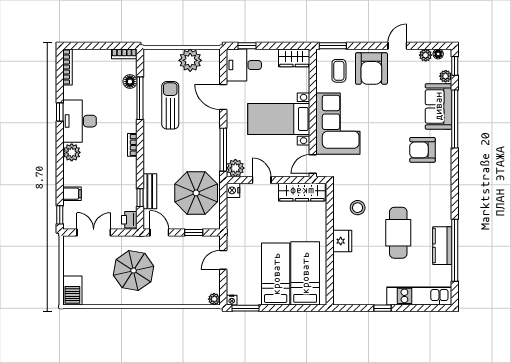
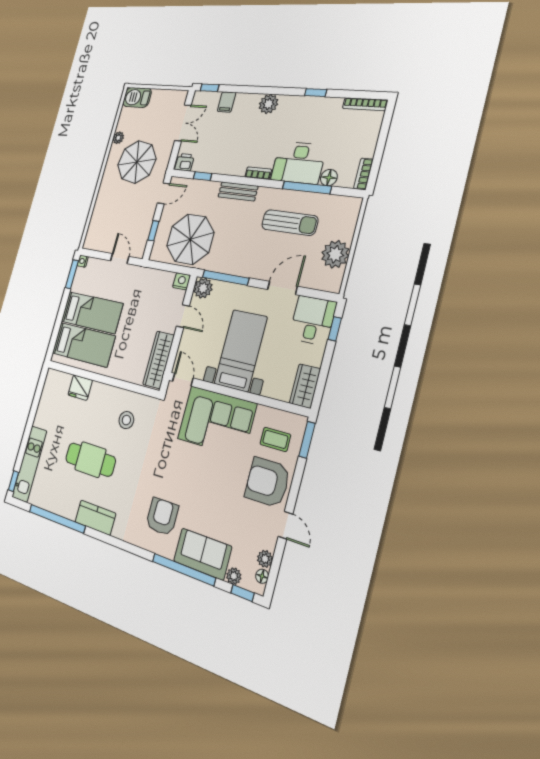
desk: (80, 121) -> (299, 163), moved, turned 180
door: (262, 180) -> (183, 316), hinge flipped
bench: (150, 191) -> (238, 191), moved
fridge: (342, 241) -> (80, 388), moved
kitchen counter: (442, 246) -> (95, 518), moved
plant: (214, 299) -> (118, 138), moved
window: (382, 308) -> (13, 481), moved

